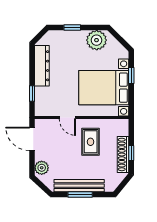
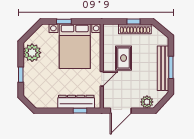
dresser: (42, 66) -> (76, 102), moved
rug: (91, 142) -> (124, 58), turned 90

